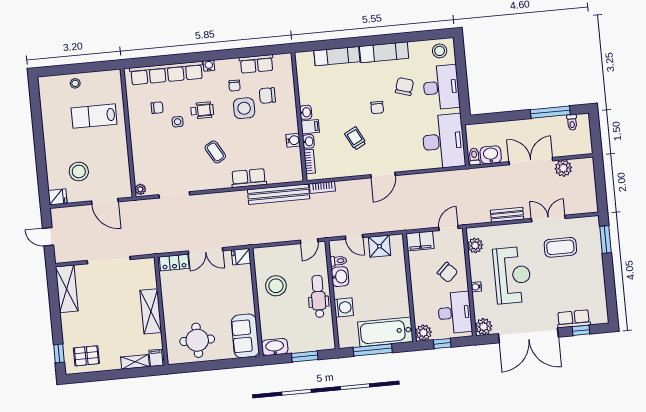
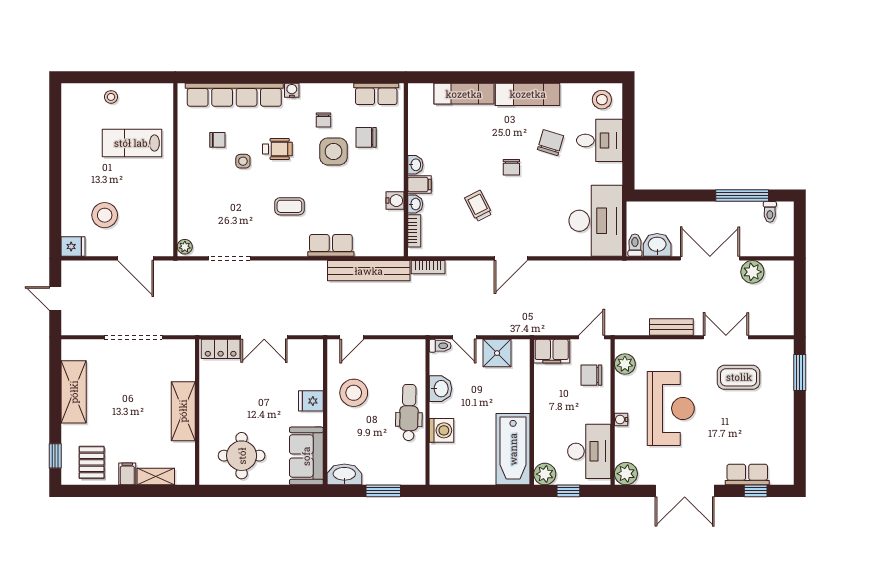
row of seats: (256, 64) -> (376, 94), moved
desk: (441, 87) -> (600, 140), width x0.73
coffee table: (215, 152) -> (289, 206), turned -60
door: (309, 241) -> (352, 337), moved
fridge: (241, 257) -> (311, 401), moved
toilet: (338, 261) -> (440, 346), moved
chair: (447, 272) -> (591, 375), moved, turned 133
shelving: (67, 289) -> (74, 392), moved
bathtub: (385, 332) -> (513, 449), moved, turned -90
double door: (528, 335) -> (685, 491), width x0.73
window: (373, 350) -> (475, 491), removed
pallet: (86, 356) -> (92, 462), turned 90
filing cabinet: (156, 358) -> (127, 474), moved

